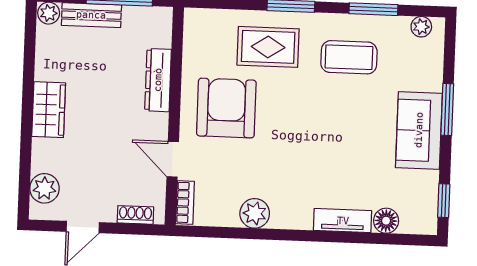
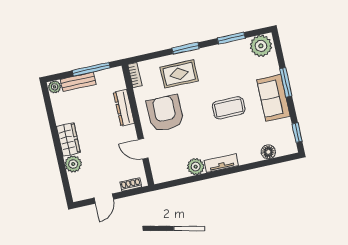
plant: (421, 27) -> (261, 46), width x1.88, depth x1.88
coffee table: (349, 57) -> (229, 108), moved
plant: (44, 188) -> (73, 164), moved
bookcase: (185, 202) -> (135, 75), moved
tv unit: (343, 221) -> (221, 163), moved

